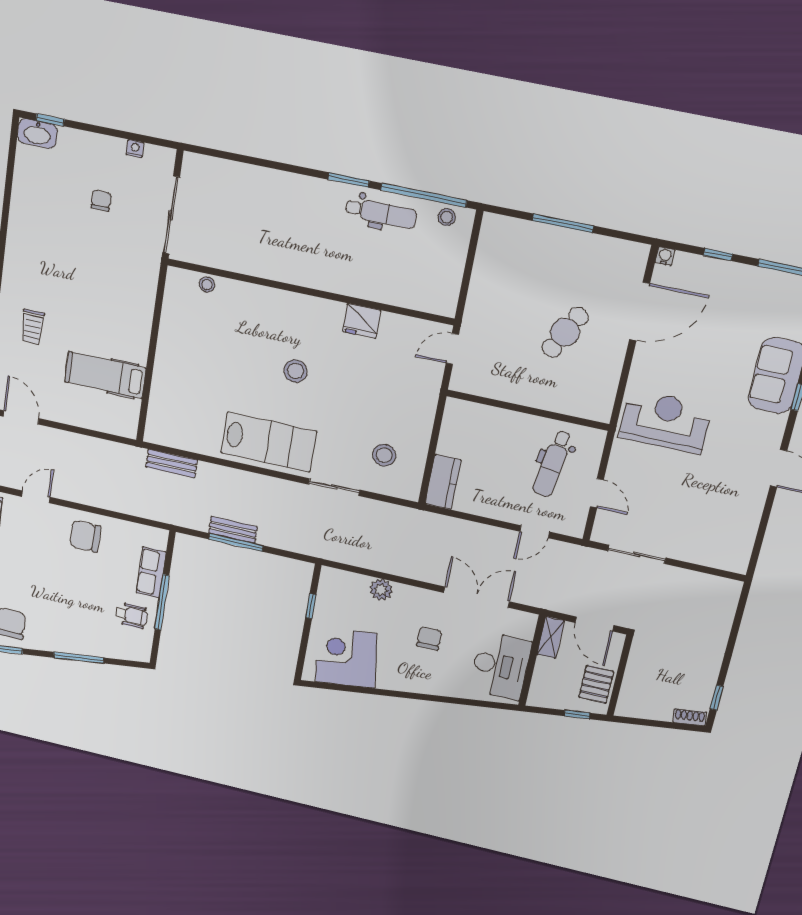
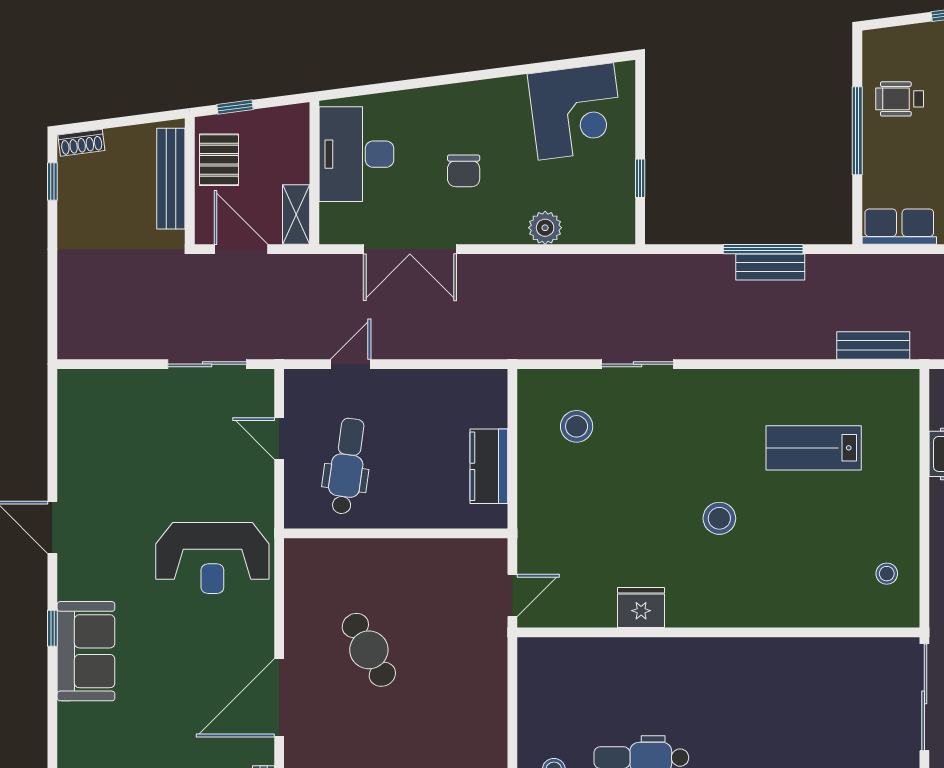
stool: (207, 284) -> (887, 574), moved
cafe table: (565, 332) -> (369, 650), turned -56
lab bench: (269, 442) -> (814, 448), moved, width x0.73, depth x0.72
kitchen counter: (443, 482) -> (489, 466), moved
row of seats: (151, 572) -> (899, 227), moved, turned -90
bench: (633, 680) -> (171, 179), added

